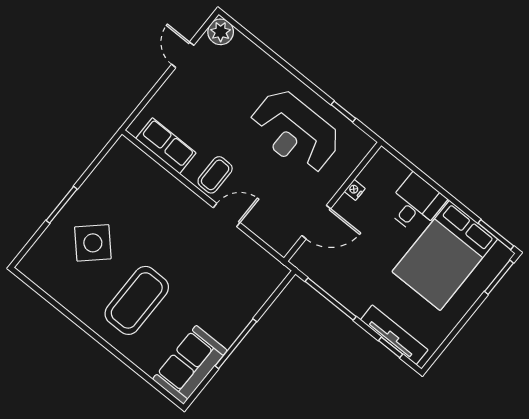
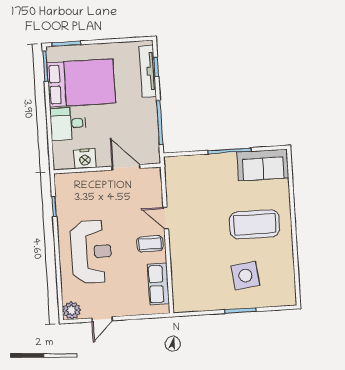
reception desk: (295, 132) -> (91, 252), moved
nightstand: (355, 190) -> (85, 159), width x1.89, depth x1.79
side table: (93, 243) -> (245, 276), turned 36

